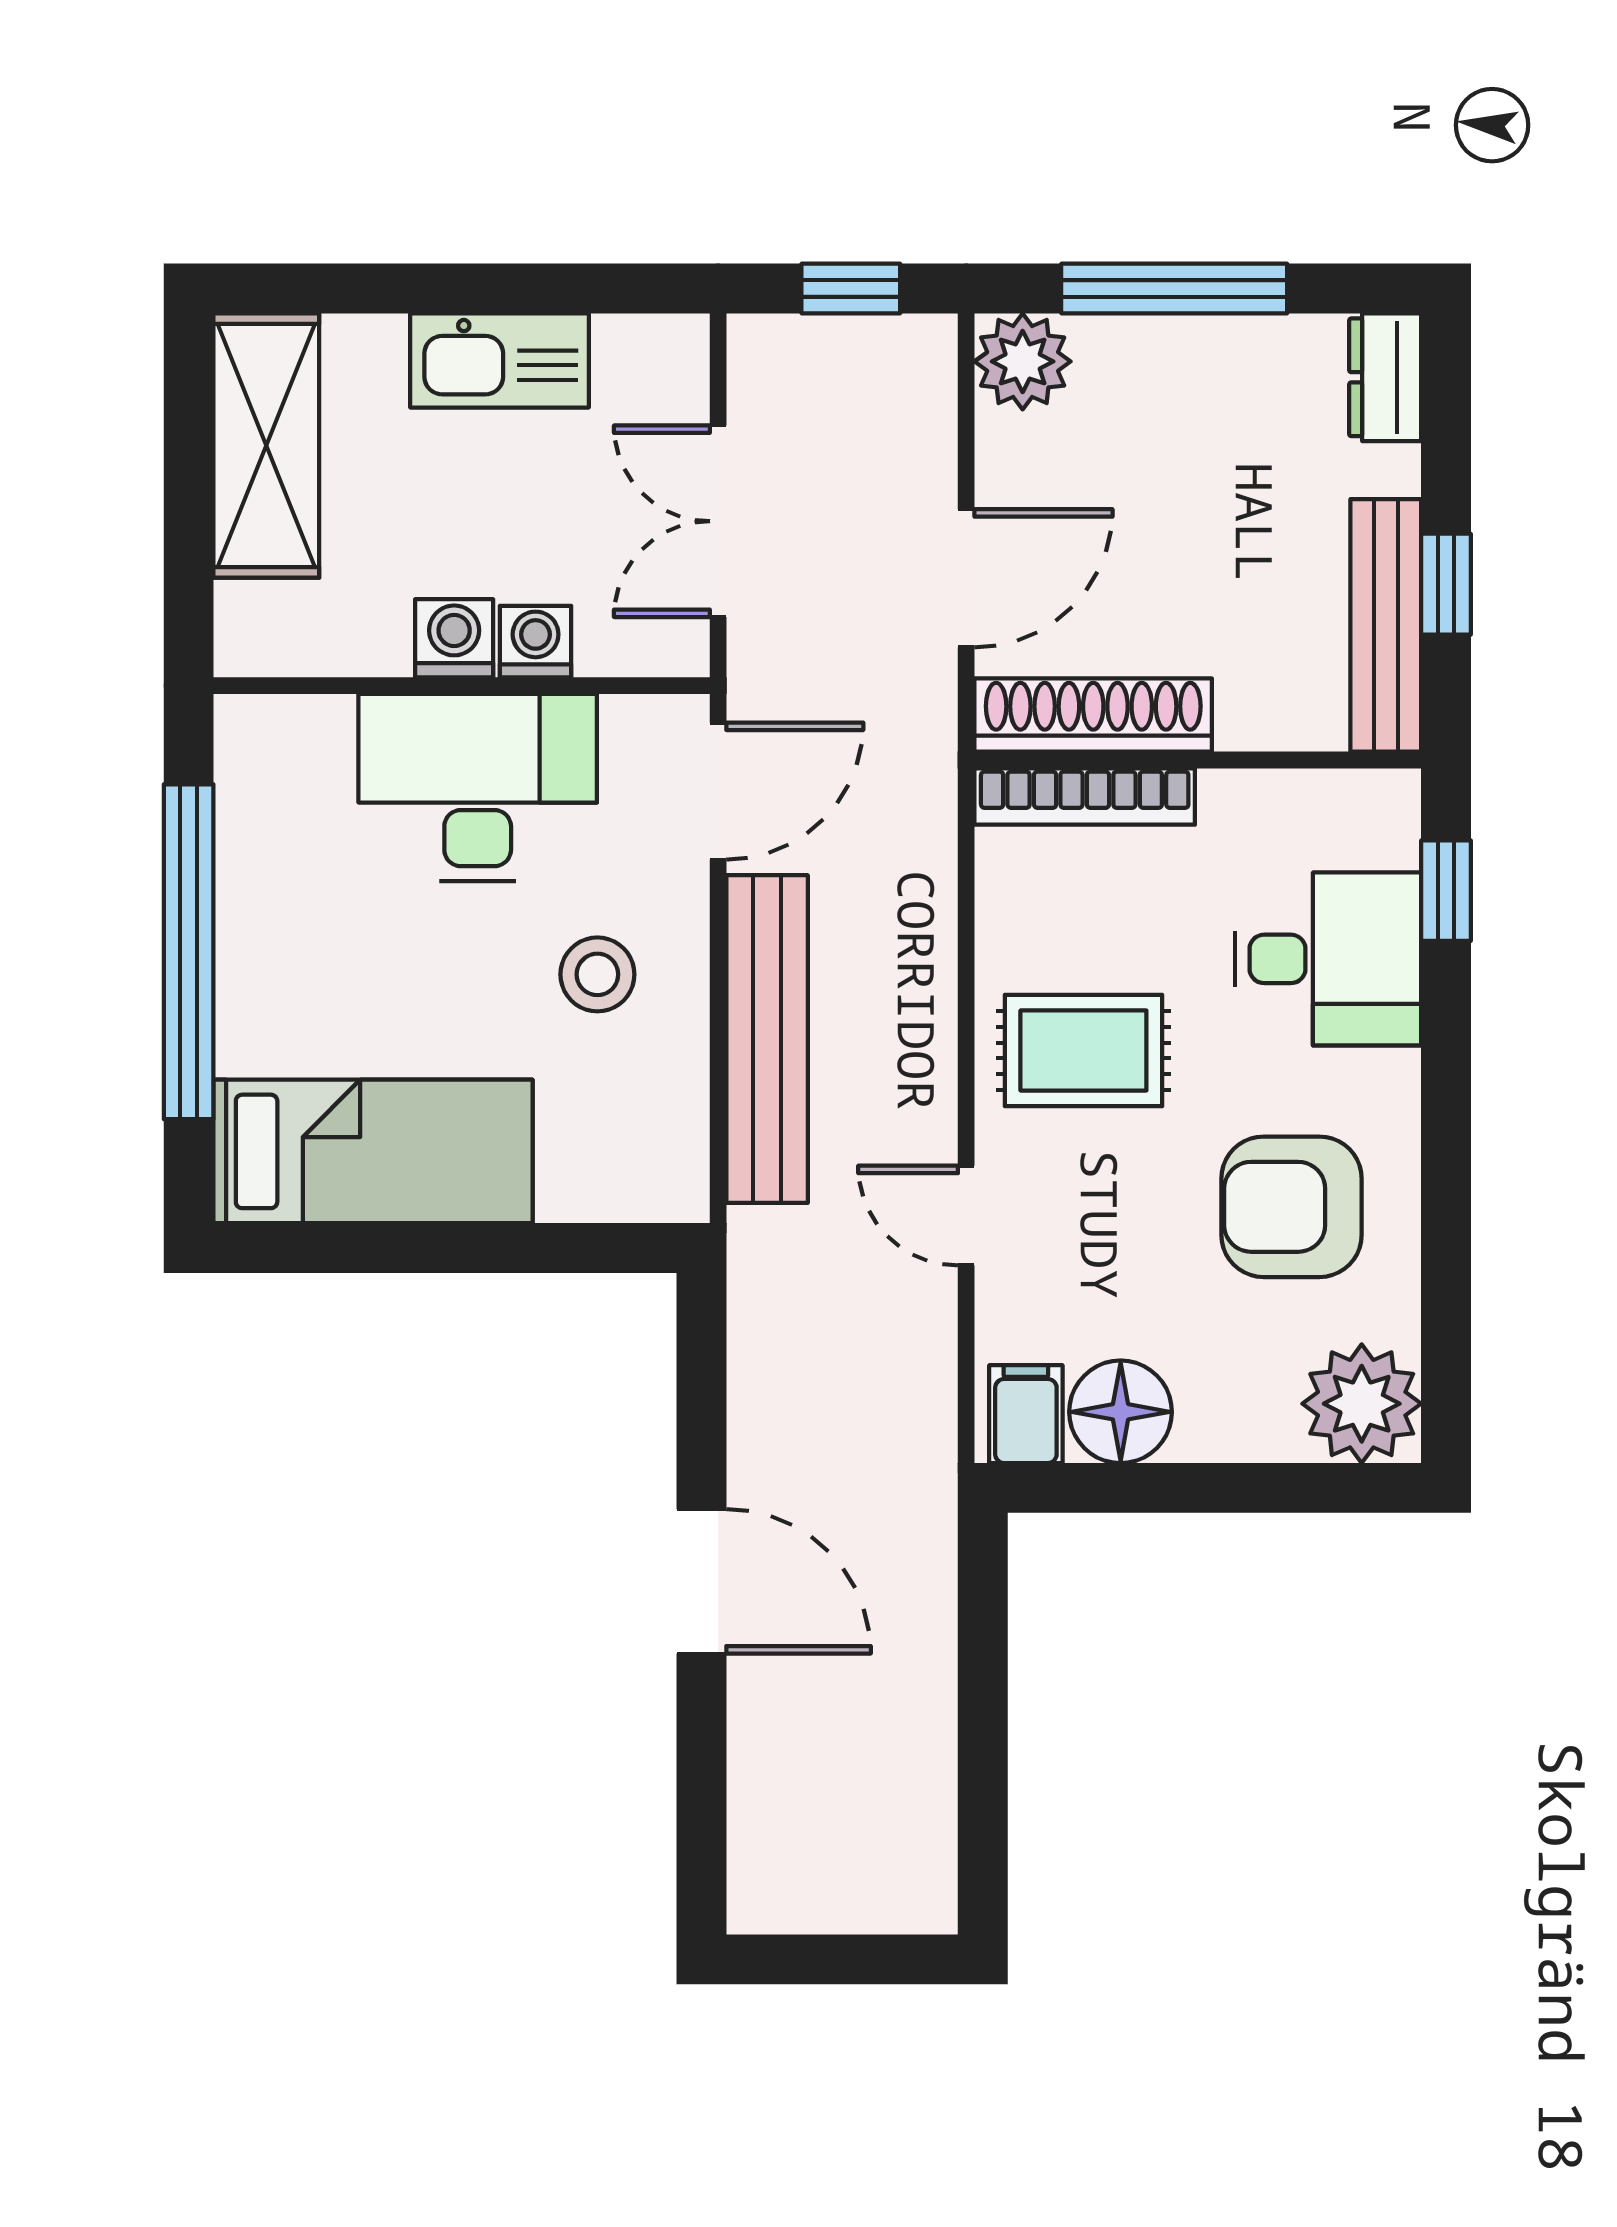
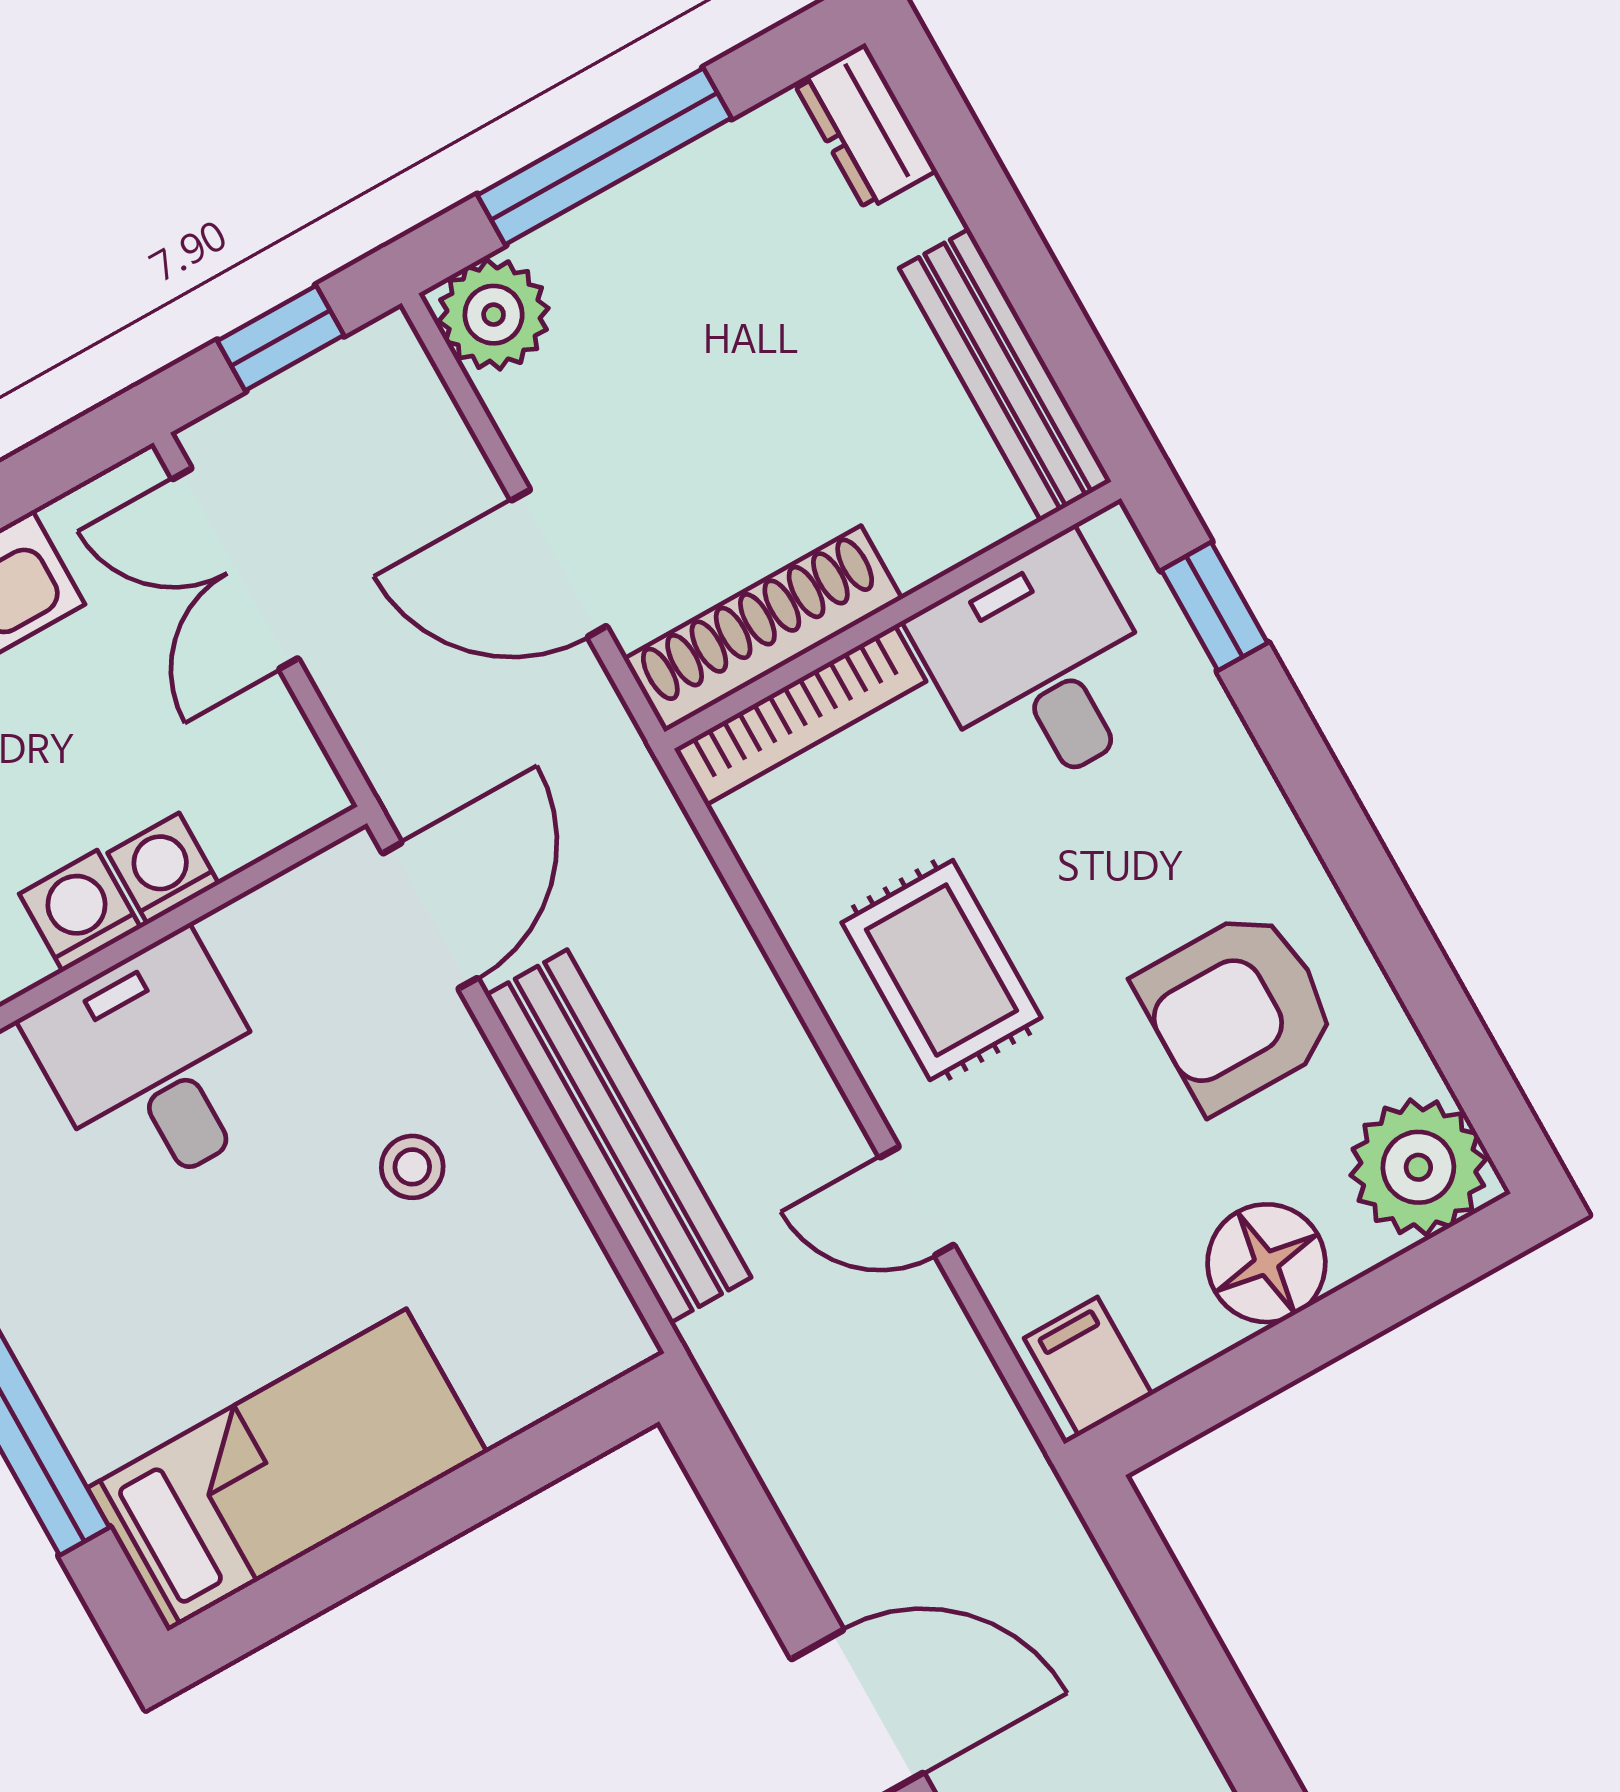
double door: (718, 521) -> (235, 569), moved
door: (966, 578) -> (559, 563), swing flipped
window: (1446, 584) -> (1042, 300), removed
desk: (478, 788) -> (155, 1065), width x0.73
desk: (1328, 959) -> (1040, 666), moved, turned -90
stool: (597, 974) -> (412, 1167), width x0.73, depth x0.73
rug: (1083, 1051) -> (941, 970), turned 90
floor lamp: (1121, 1412) -> (1266, 1263), moved

